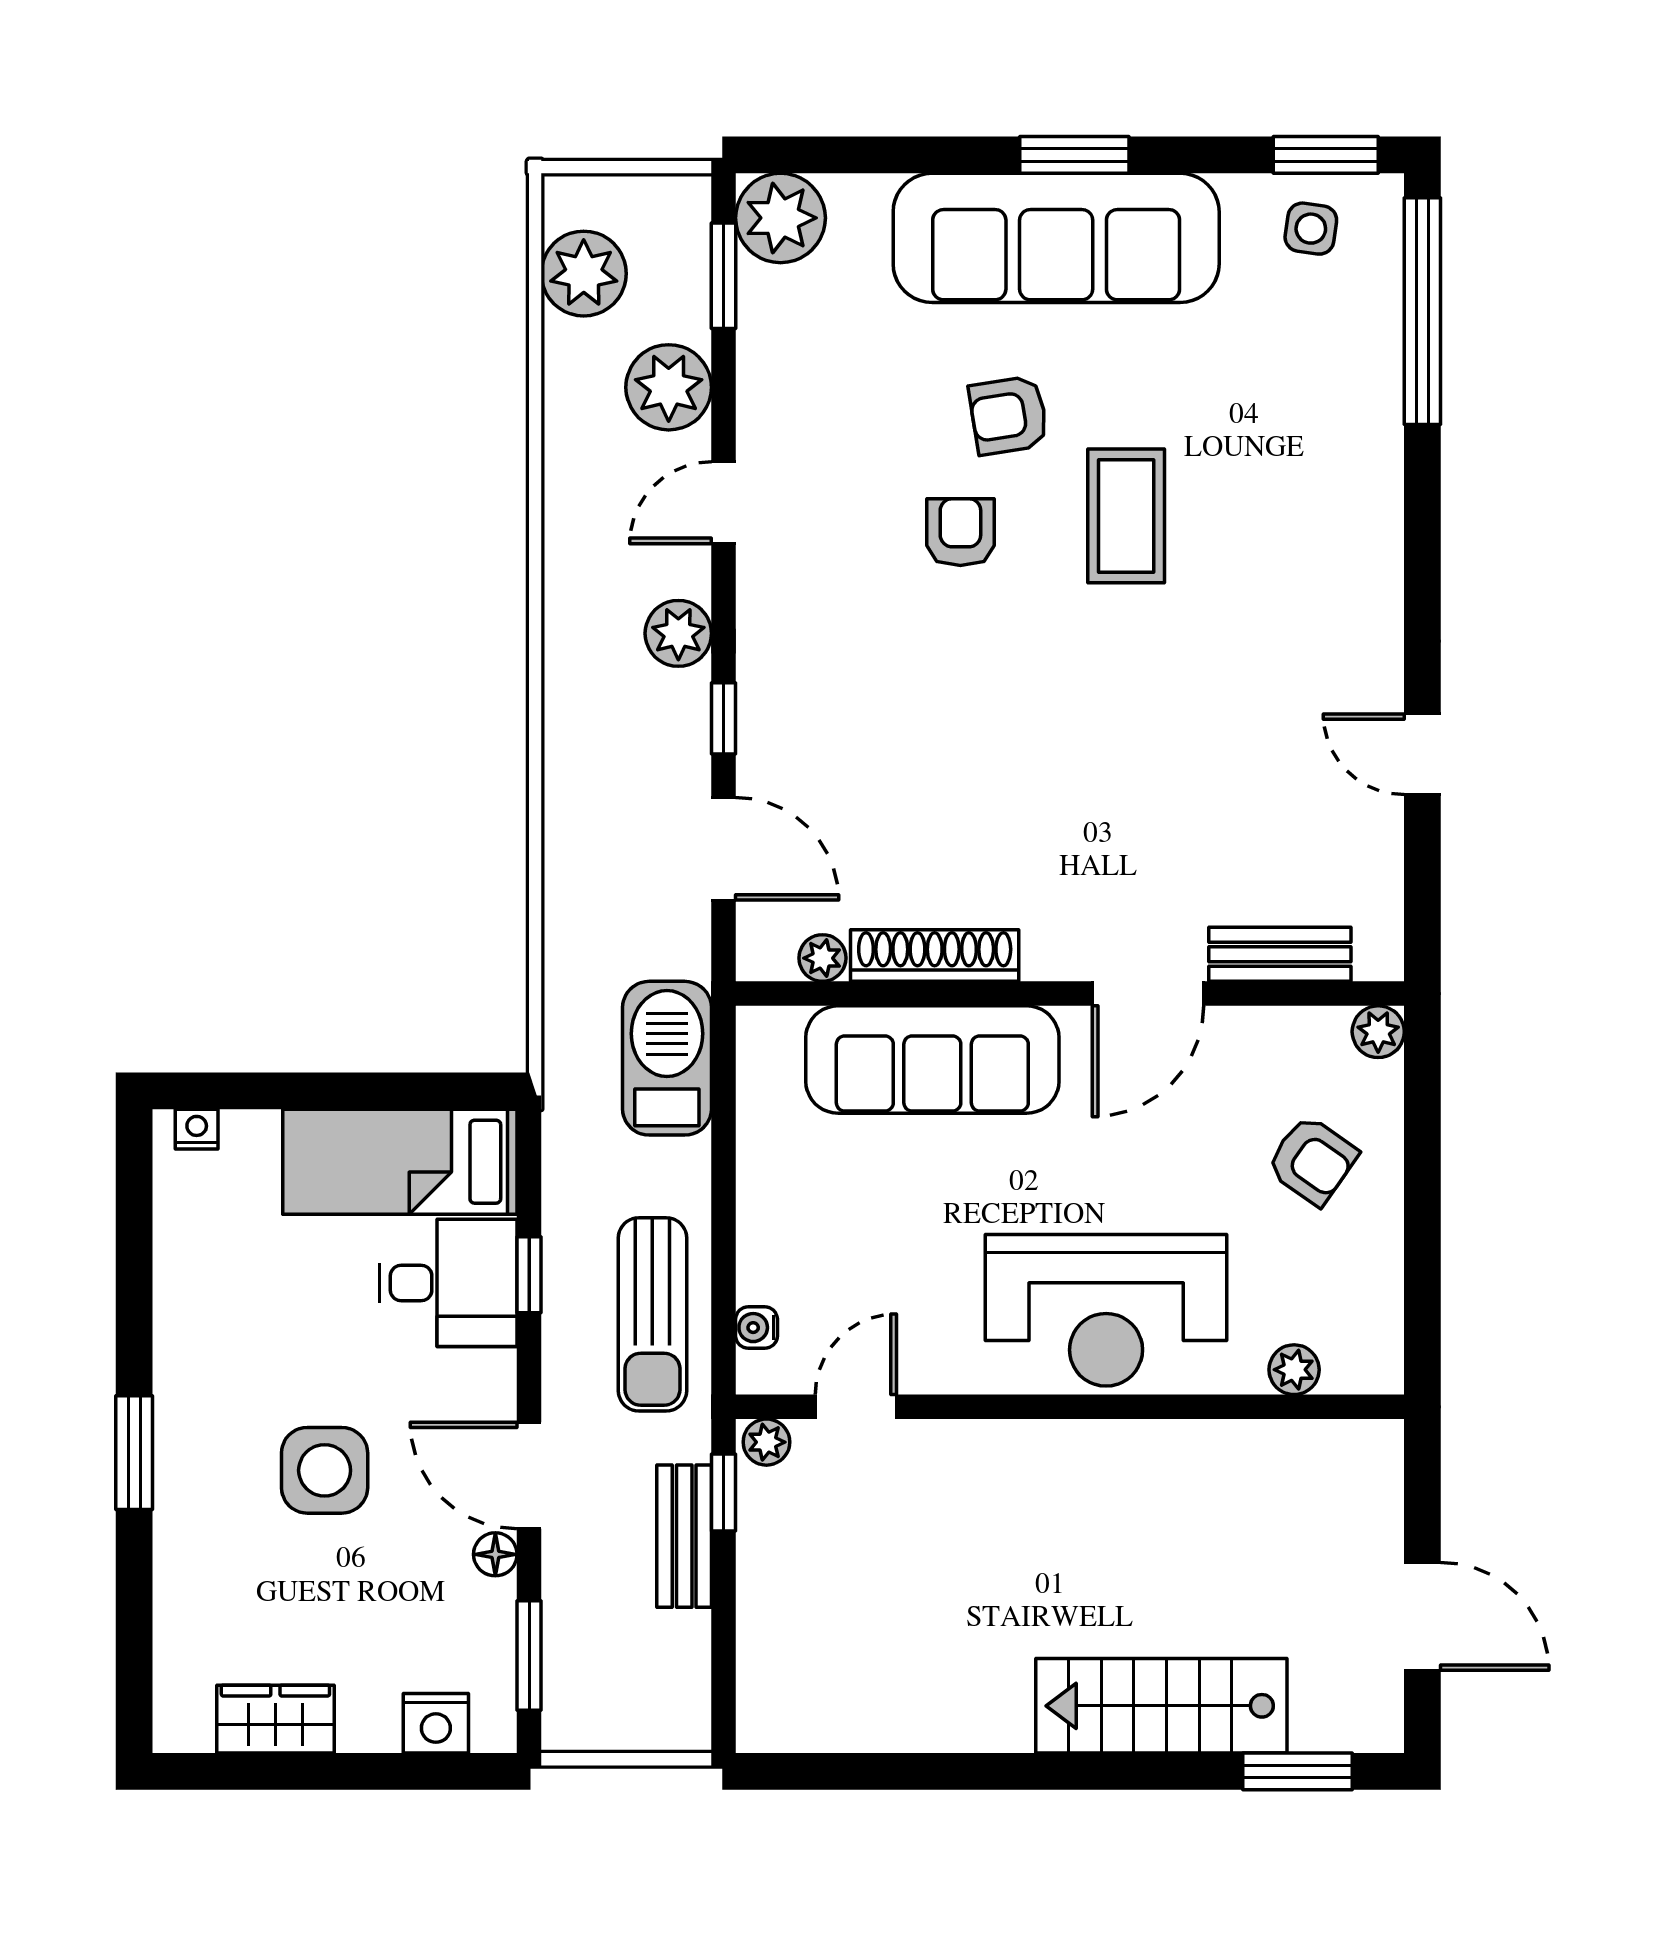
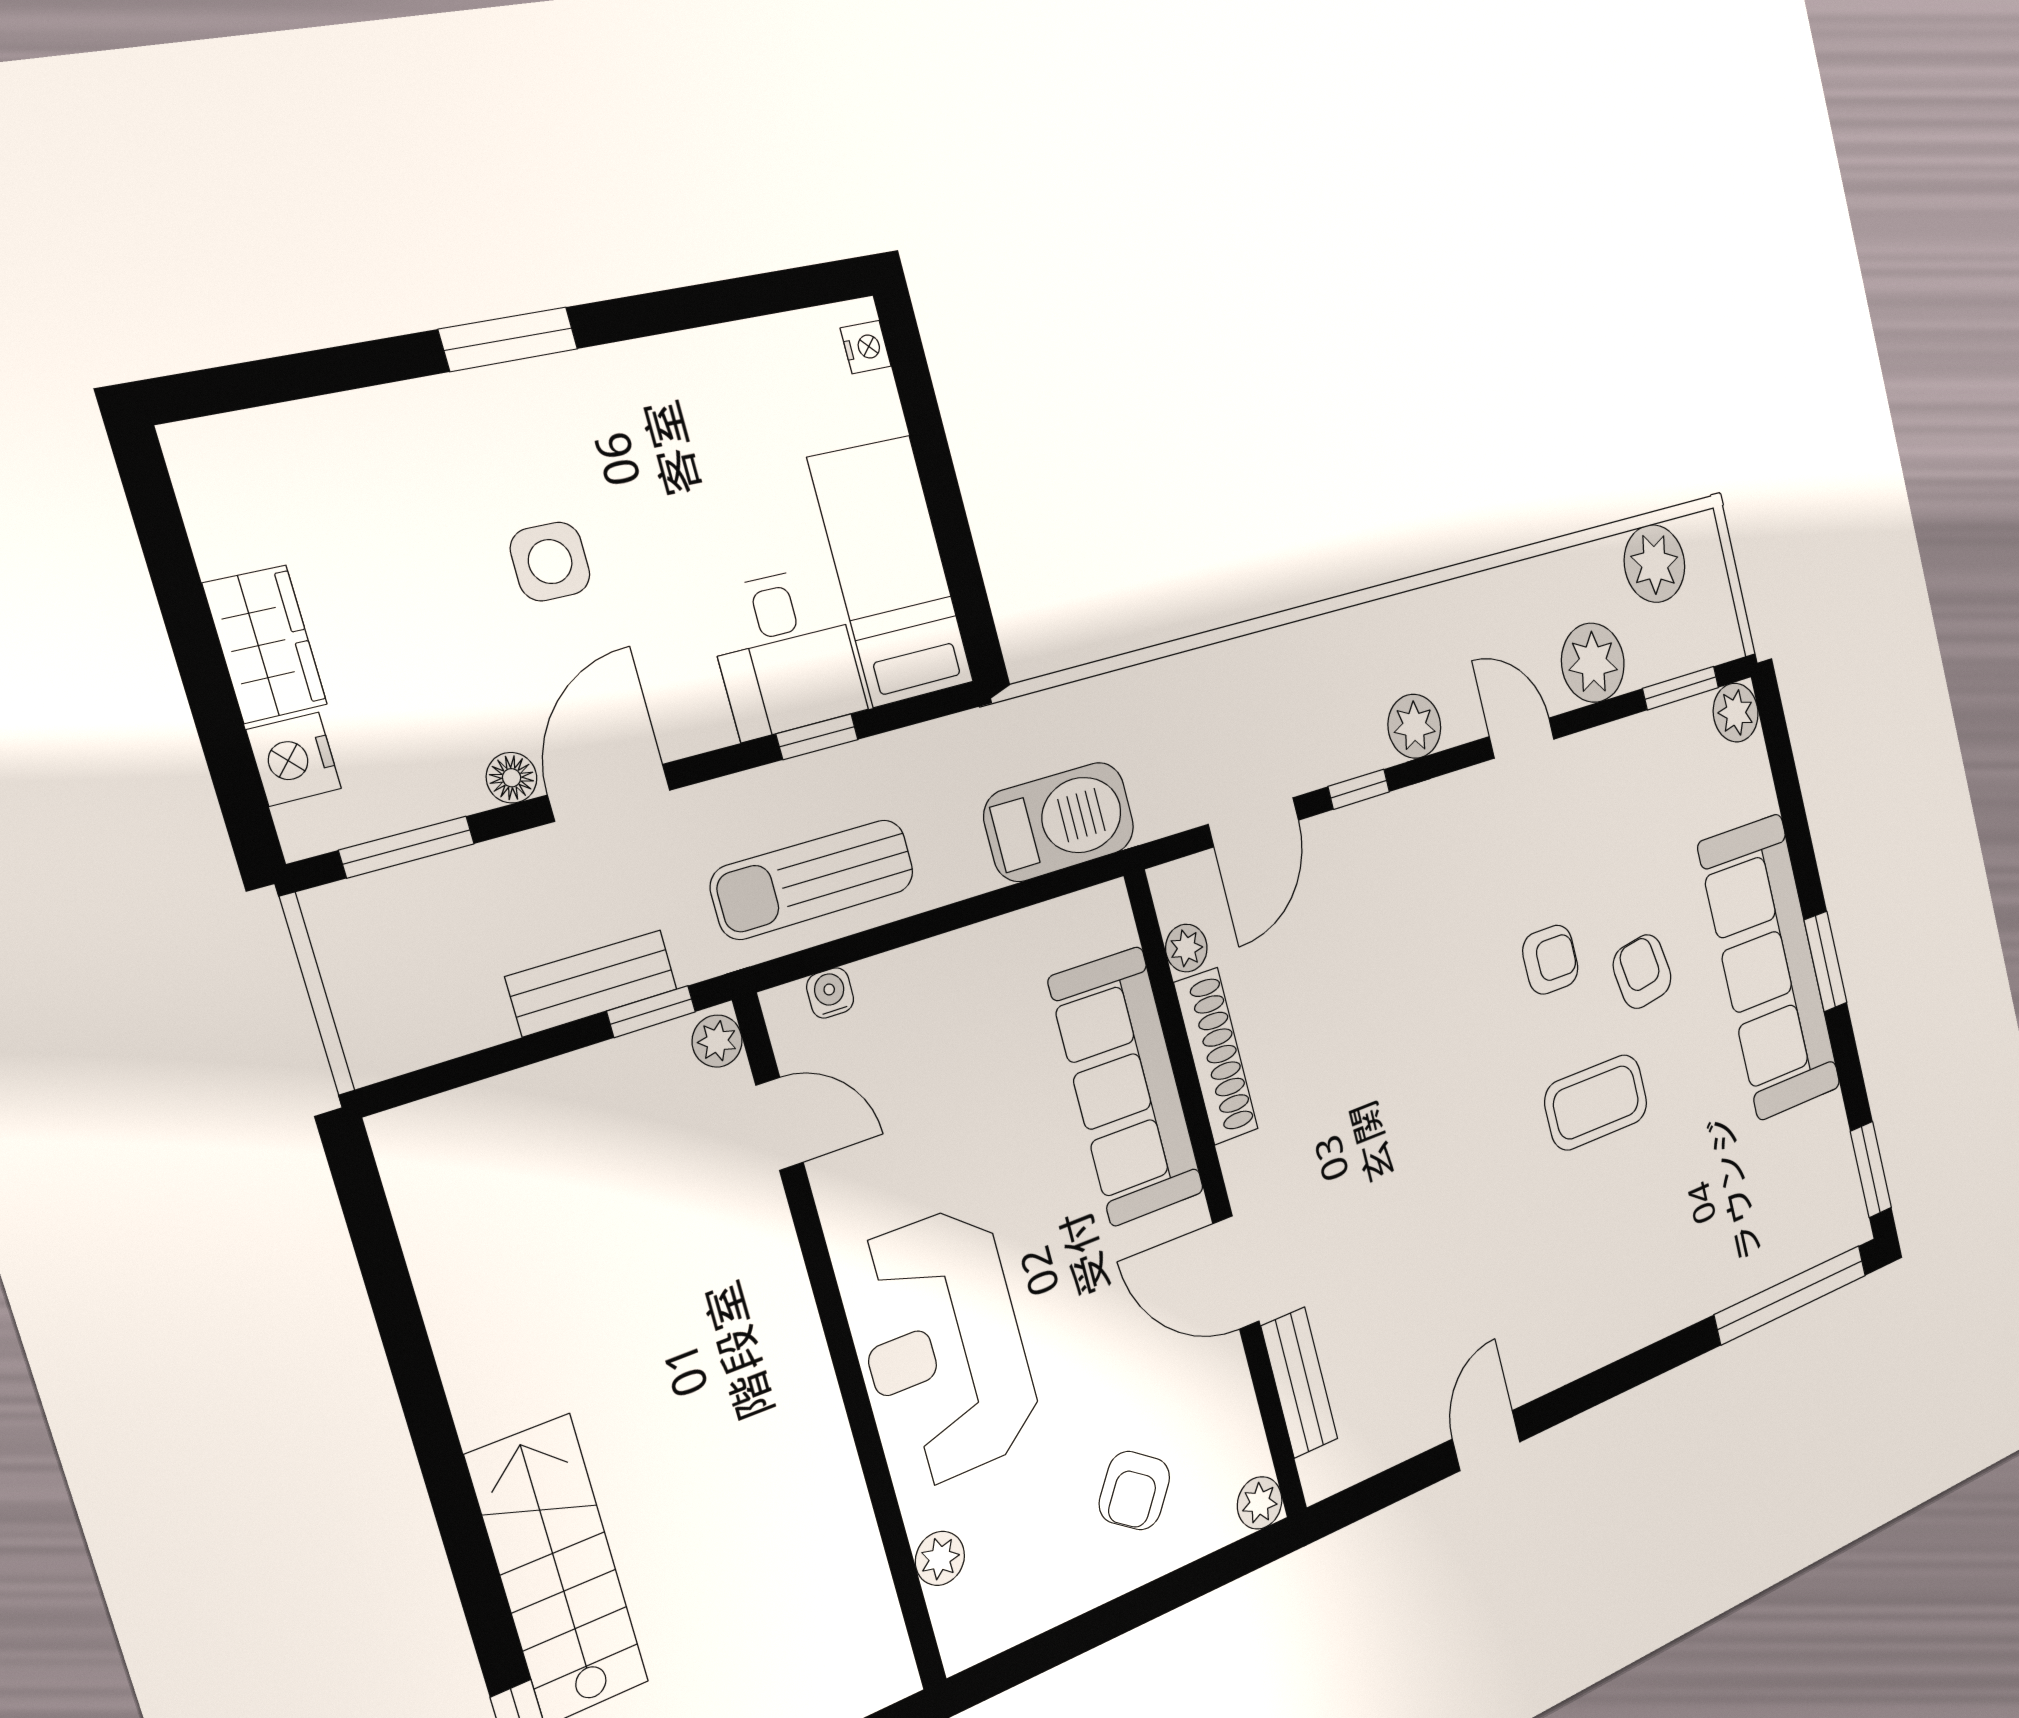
plant: (780, 218) -> (1736, 713), width x0.73, depth x0.73
side table: (1311, 229) -> (1823, 1178), removed
side table: (325, 1470) -> (550, 562), width x0.73, depth x0.73
wardrobe: (275, 1719) -> (265, 644), moved

